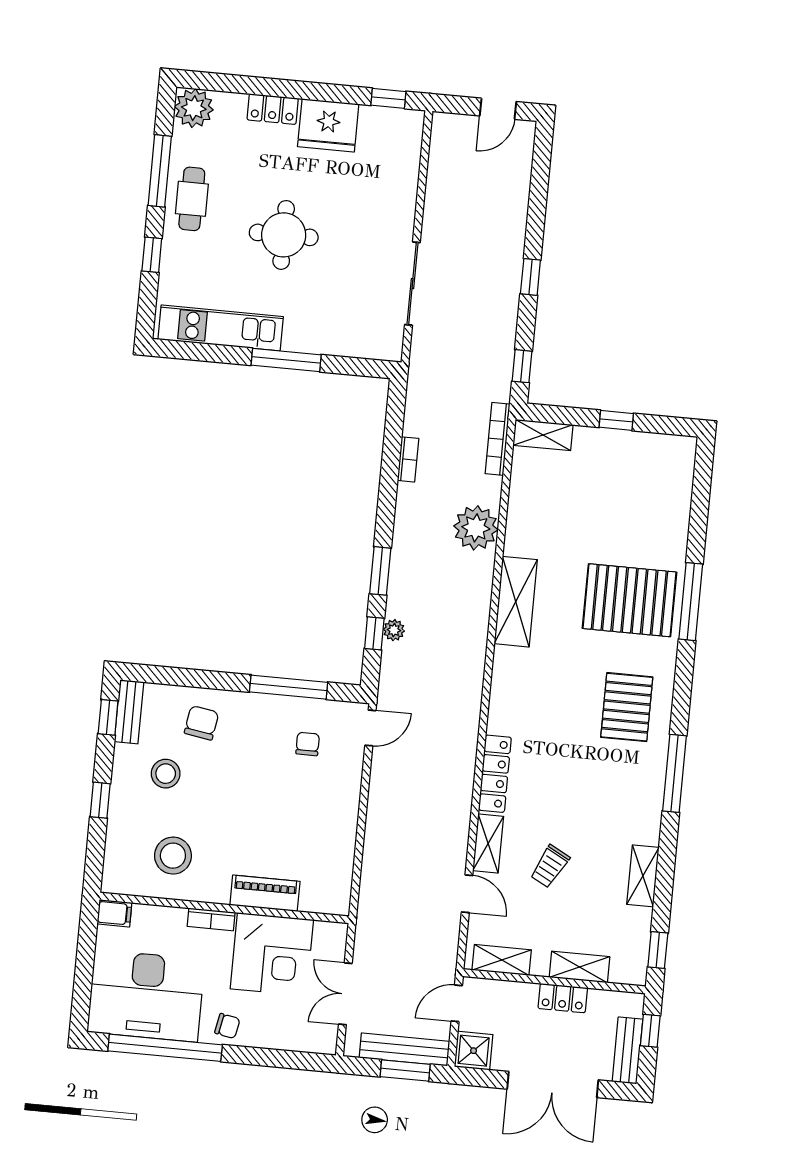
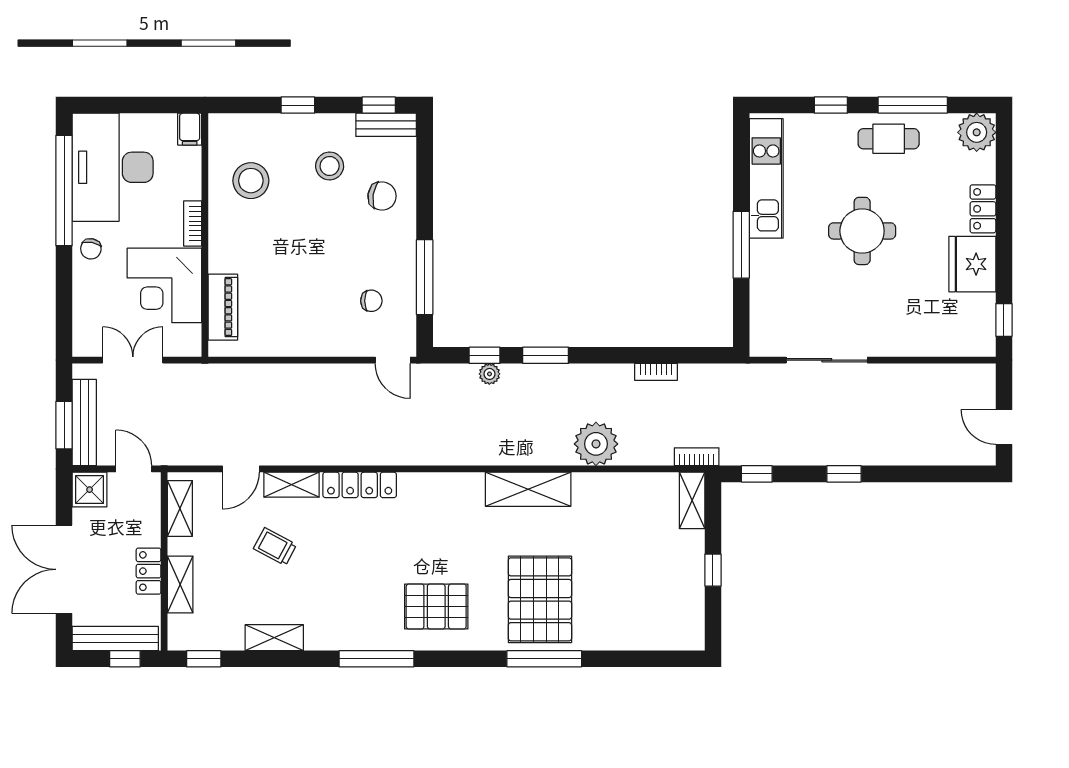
bookcase: (498, 439) -> (697, 457), width x0.64
piano: (265, 893) -> (223, 307), moved
bench: (627, 1050) -> (115, 639), width x1.36

